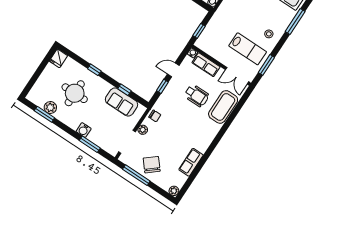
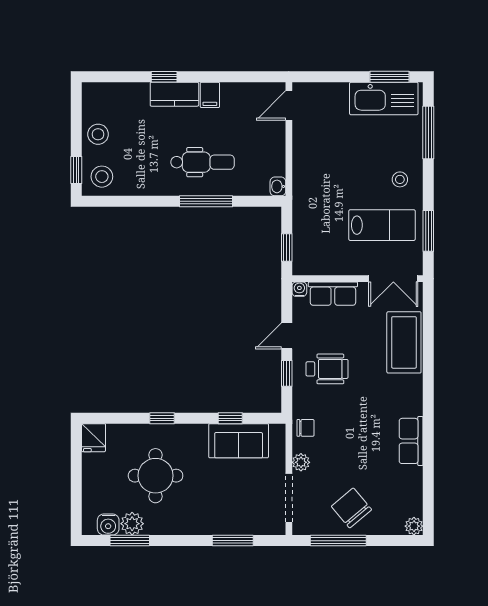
wheelchair: (197, 96) -> (327, 369), moved
water cooler: (84, 130) -> (108, 525), moved
row of seats: (191, 162) -> (411, 441), moved

